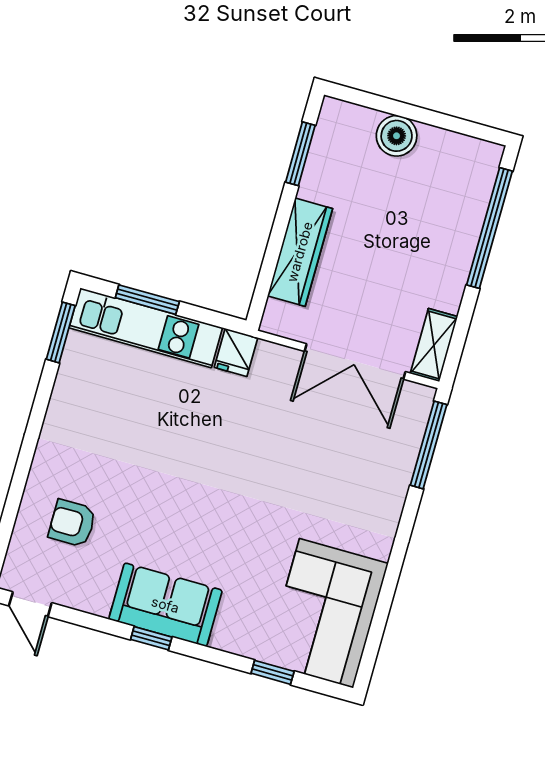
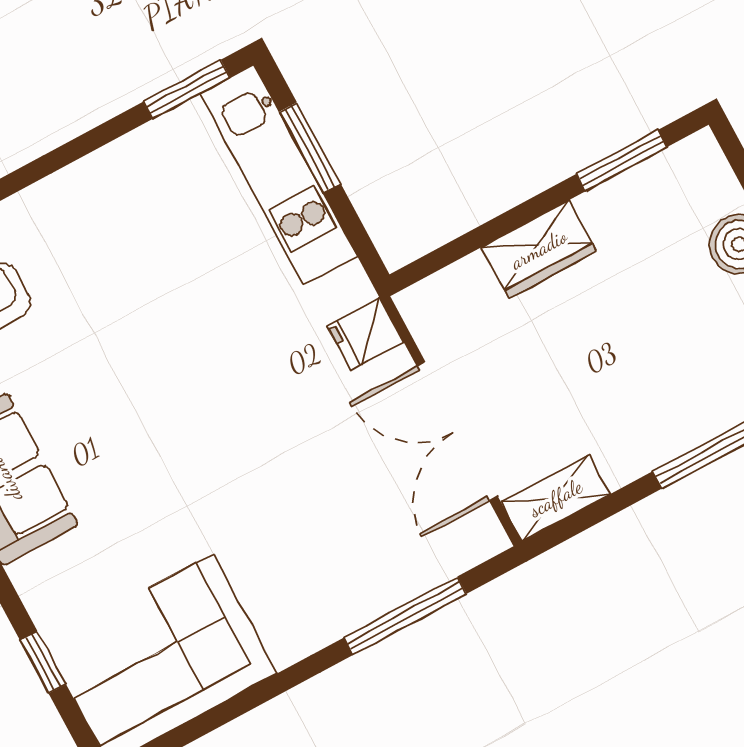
wardrobe: (300, 252) -> (539, 249), width x0.67
fridge: (236, 352) -> (365, 334), moved
window: (429, 445) -> (405, 616), moved

